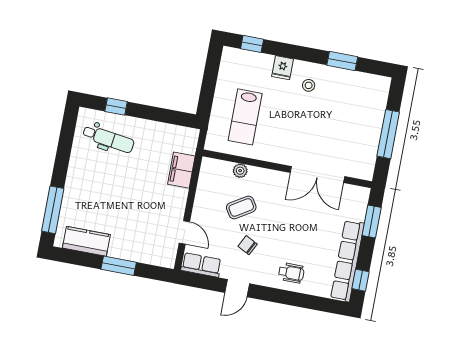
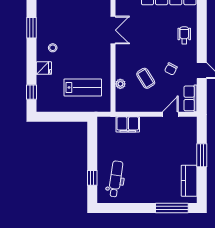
double door: (317, 175) -> (113, 30), width x0.73

